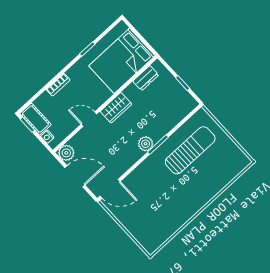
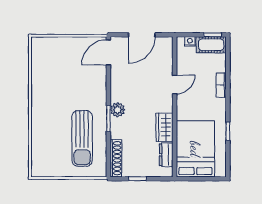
wardrobe: (116, 108) -> (165, 127), moved
shoe rack: (182, 112) -> (116, 158), added
plant: (66, 153) -> (165, 45), removed

